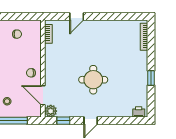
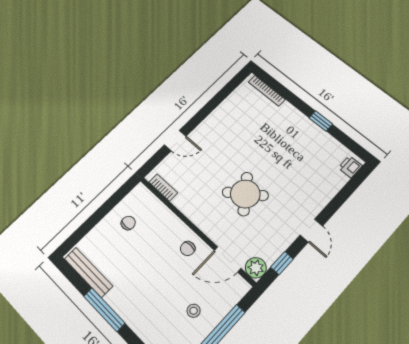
door: (77, 17) -> (175, 140), hinge flipped
round table: (93, 80) -> (245, 194), moved, turned -37

